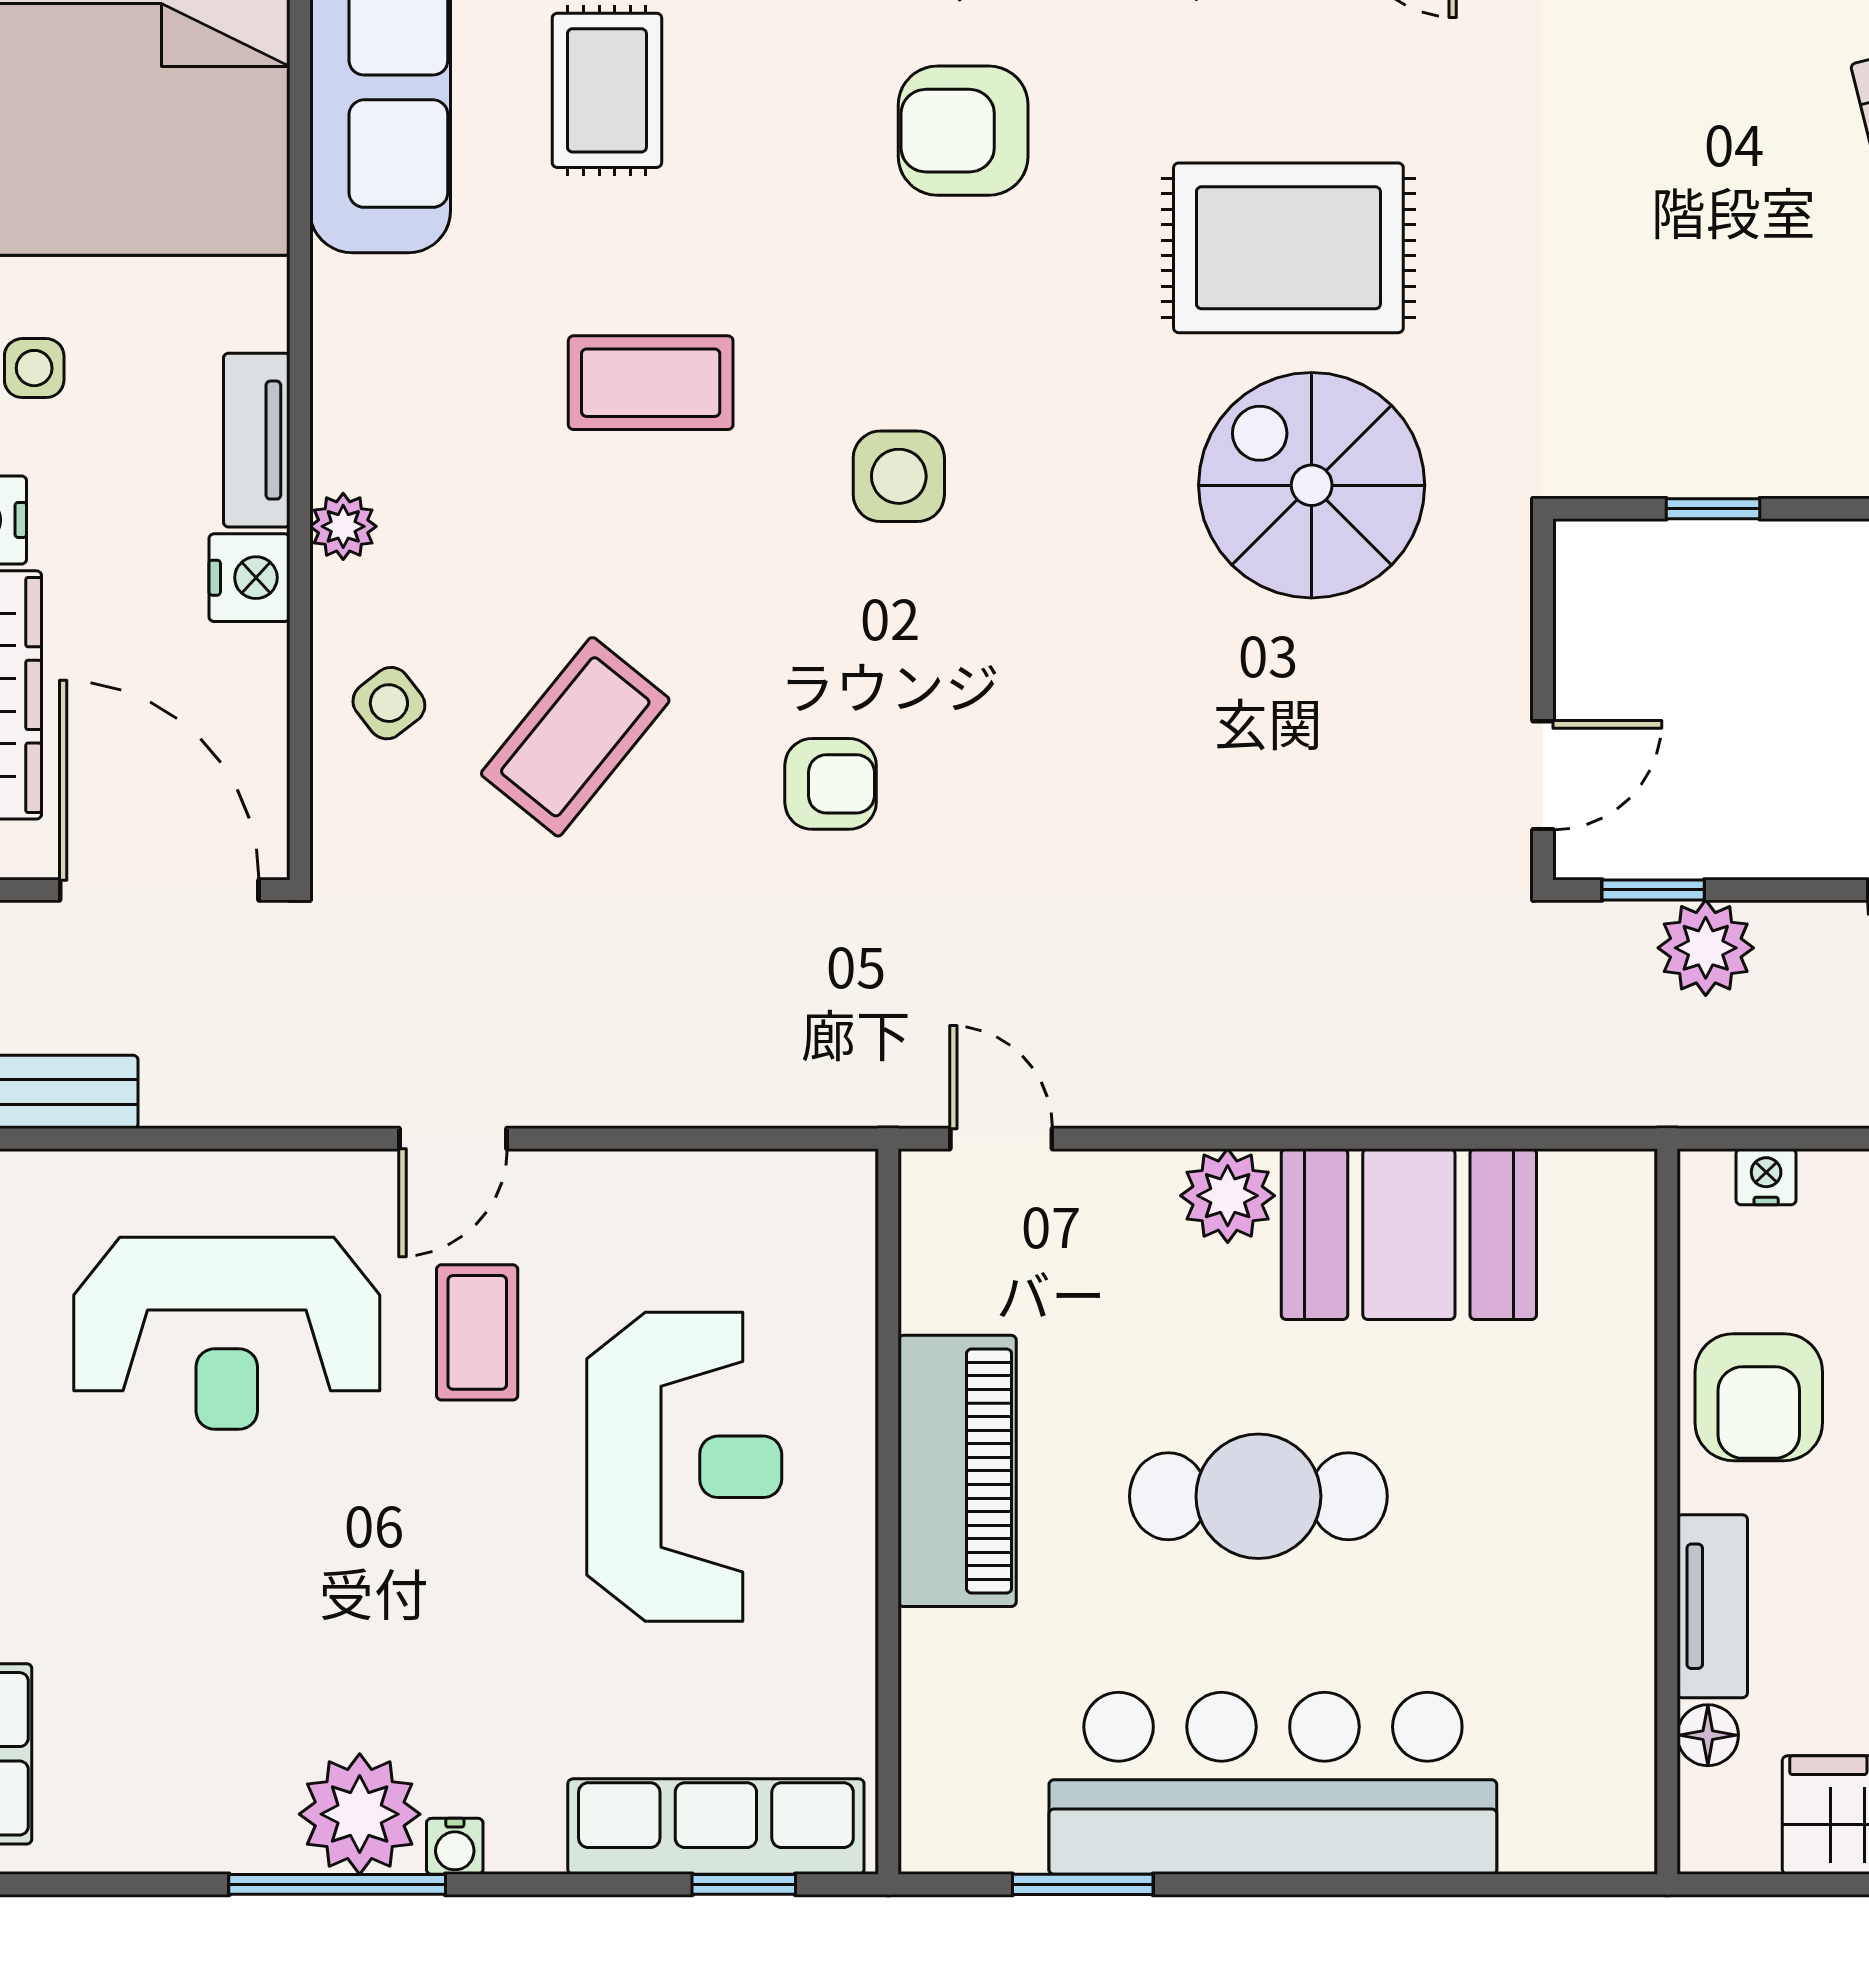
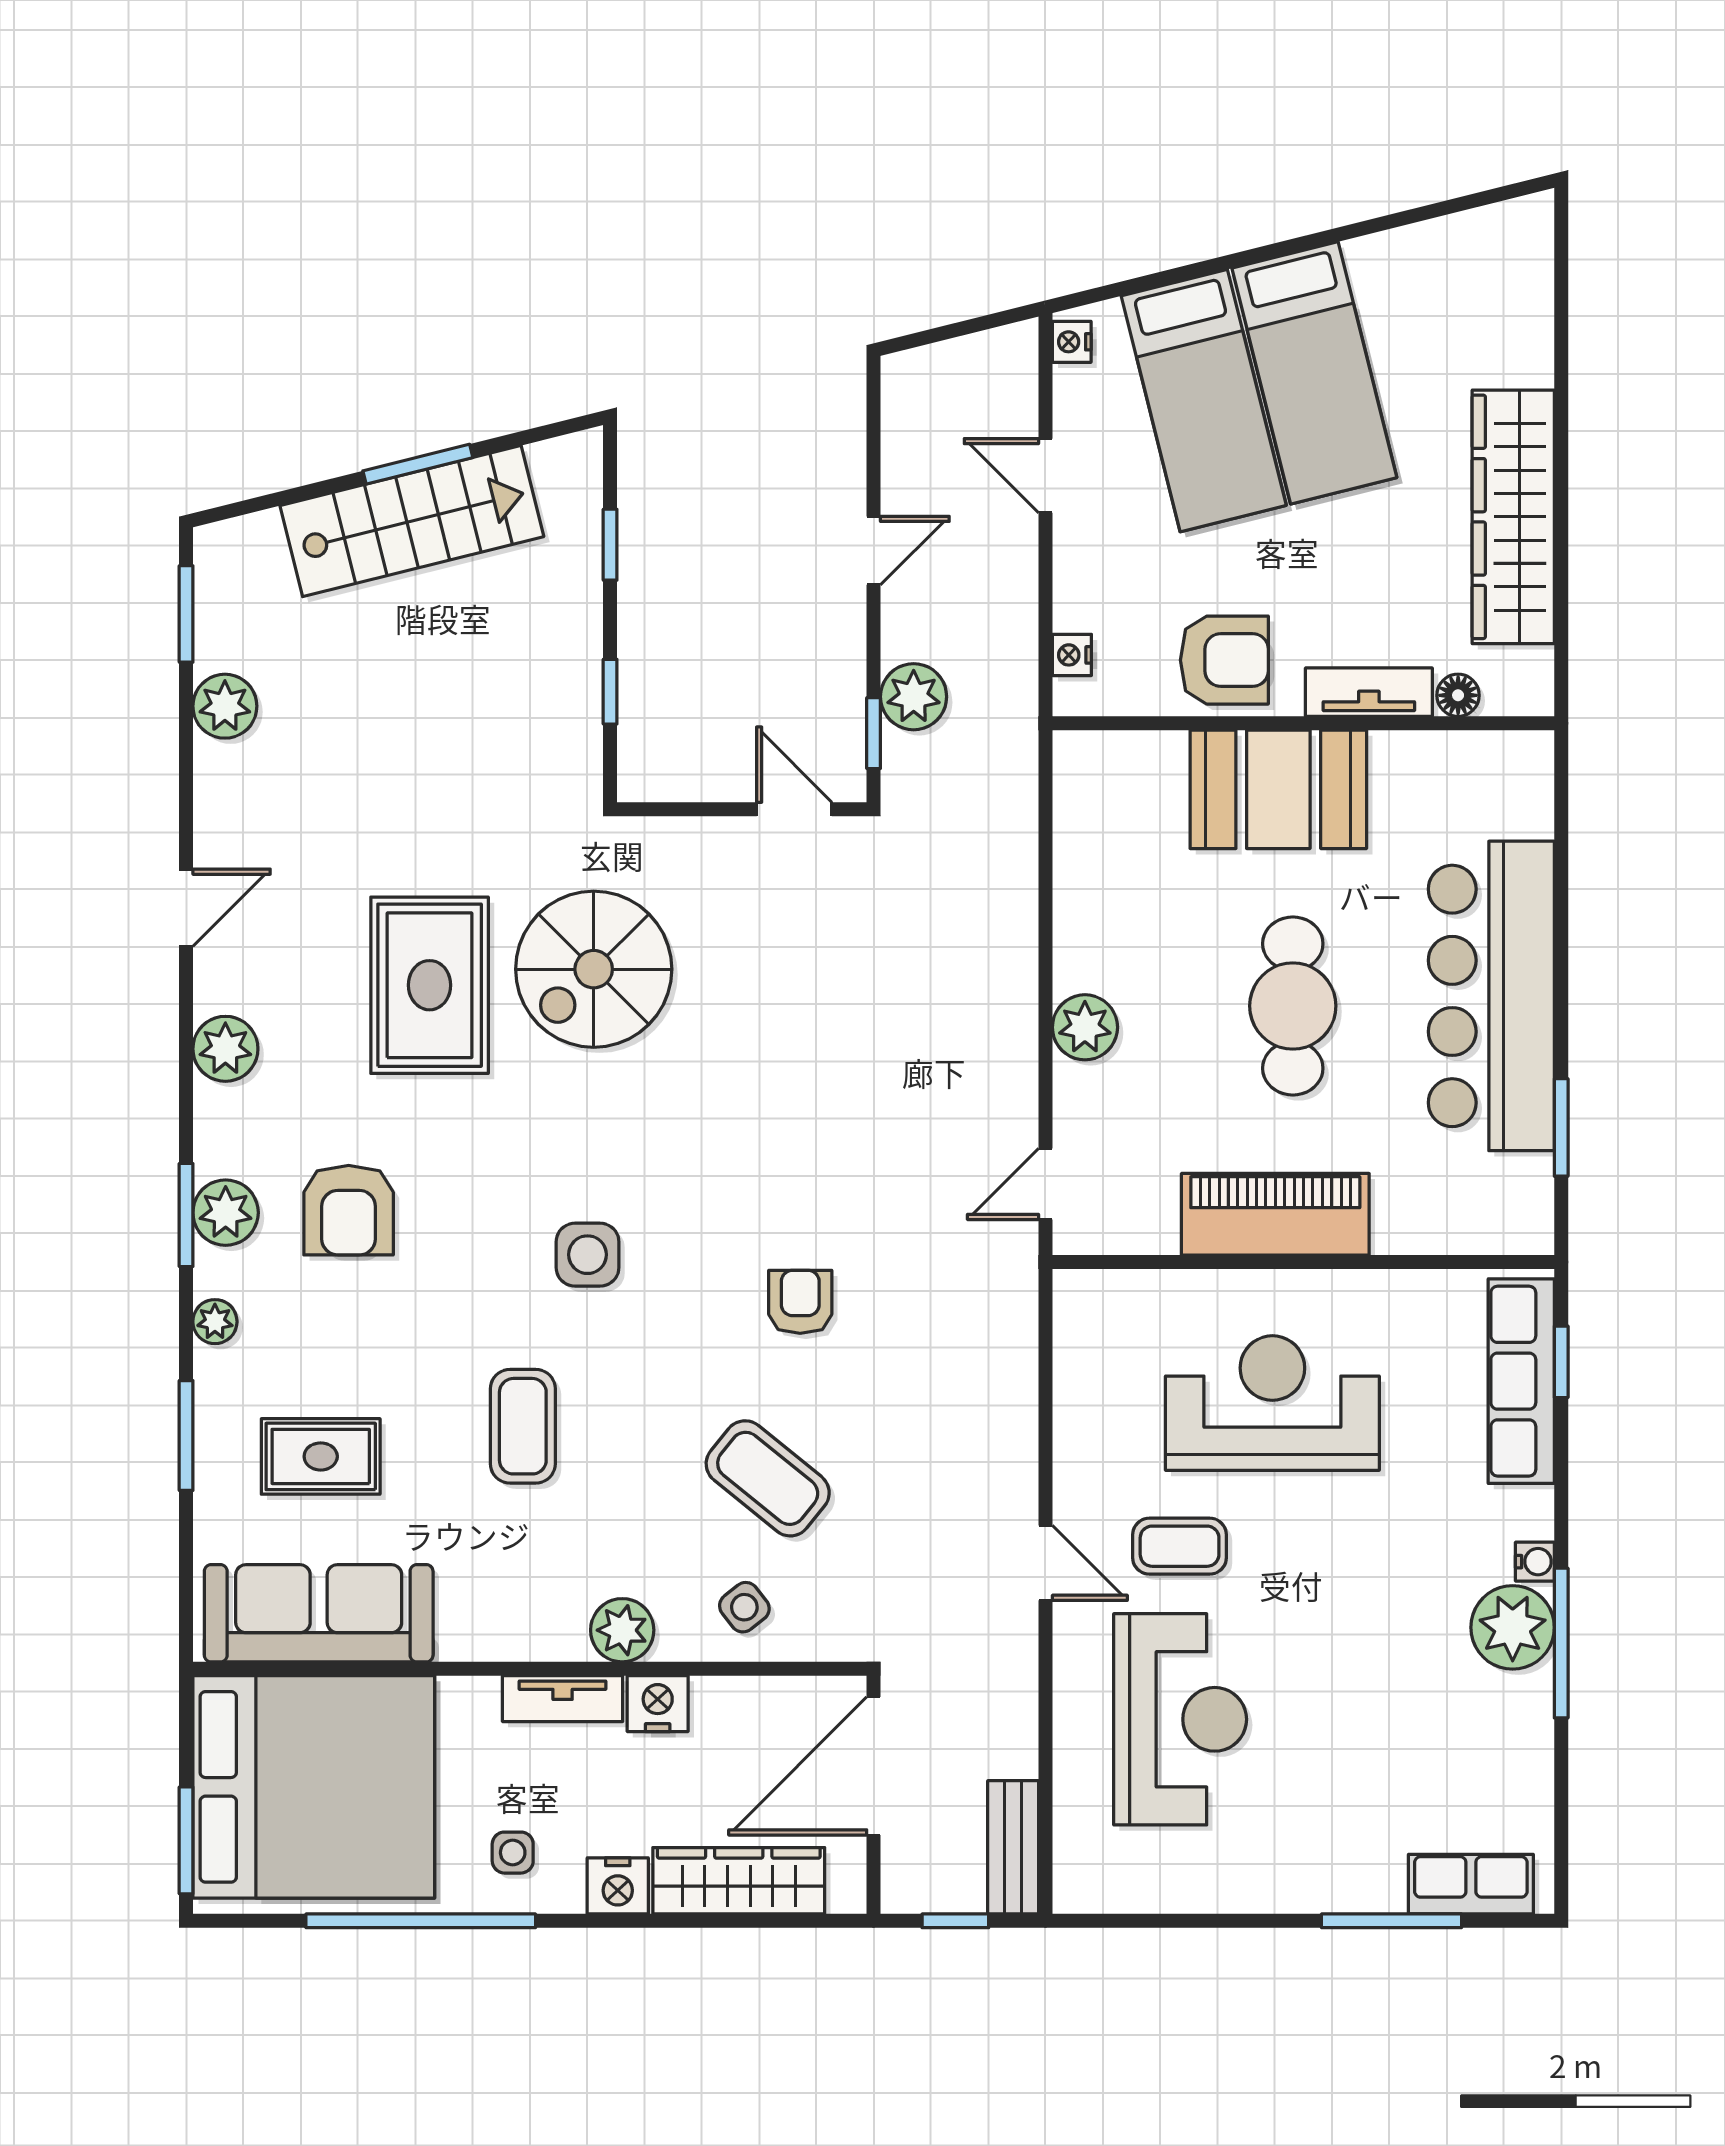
plant: (343, 526) -> (622, 1630), width x1.38, depth x1.38
booth: (1409, 1234) -> (1278, 789), moved, turned 90

